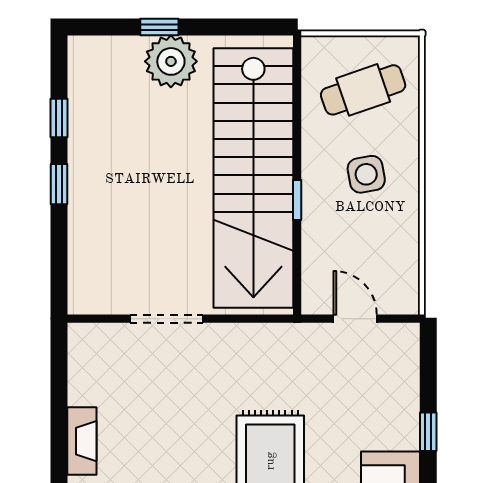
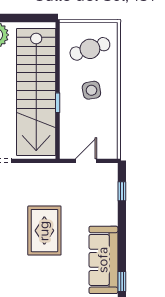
door: (355, 319) -> (86, 161), hinge flipped
window: (428, 432) -> (122, 191), moved

